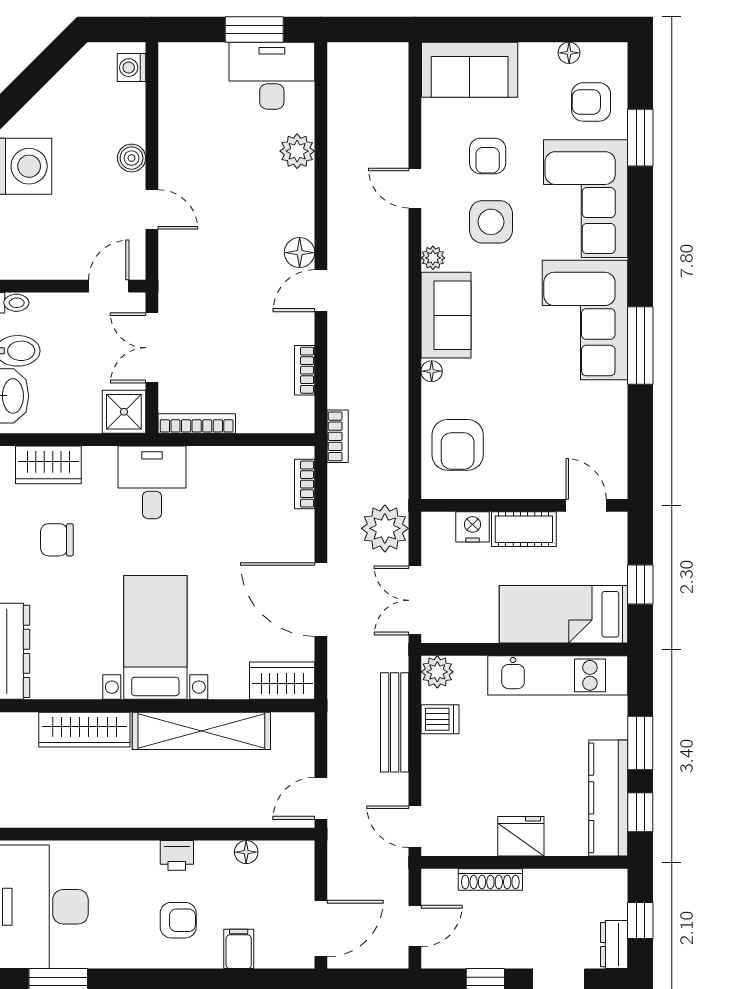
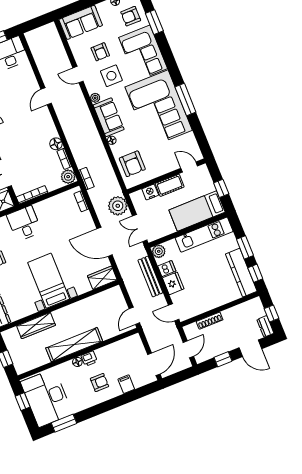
plant: (297, 151) -> (68, 177), moved
floor lamp: (300, 253) -> (56, 144), moved
door: (321, 291) -> (46, 96), moved
corner sofa: (585, 320) -> (159, 109), width x1.36, depth x1.36
shelving: (201, 731) -> (74, 345), moved
fridge: (521, 836) -> (173, 283), moved, turned 90
floor lamp: (246, 852) -> (77, 362), moved

